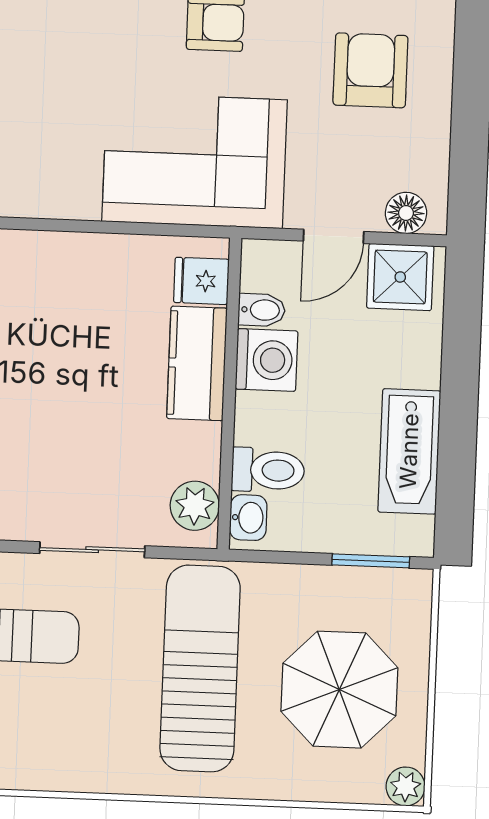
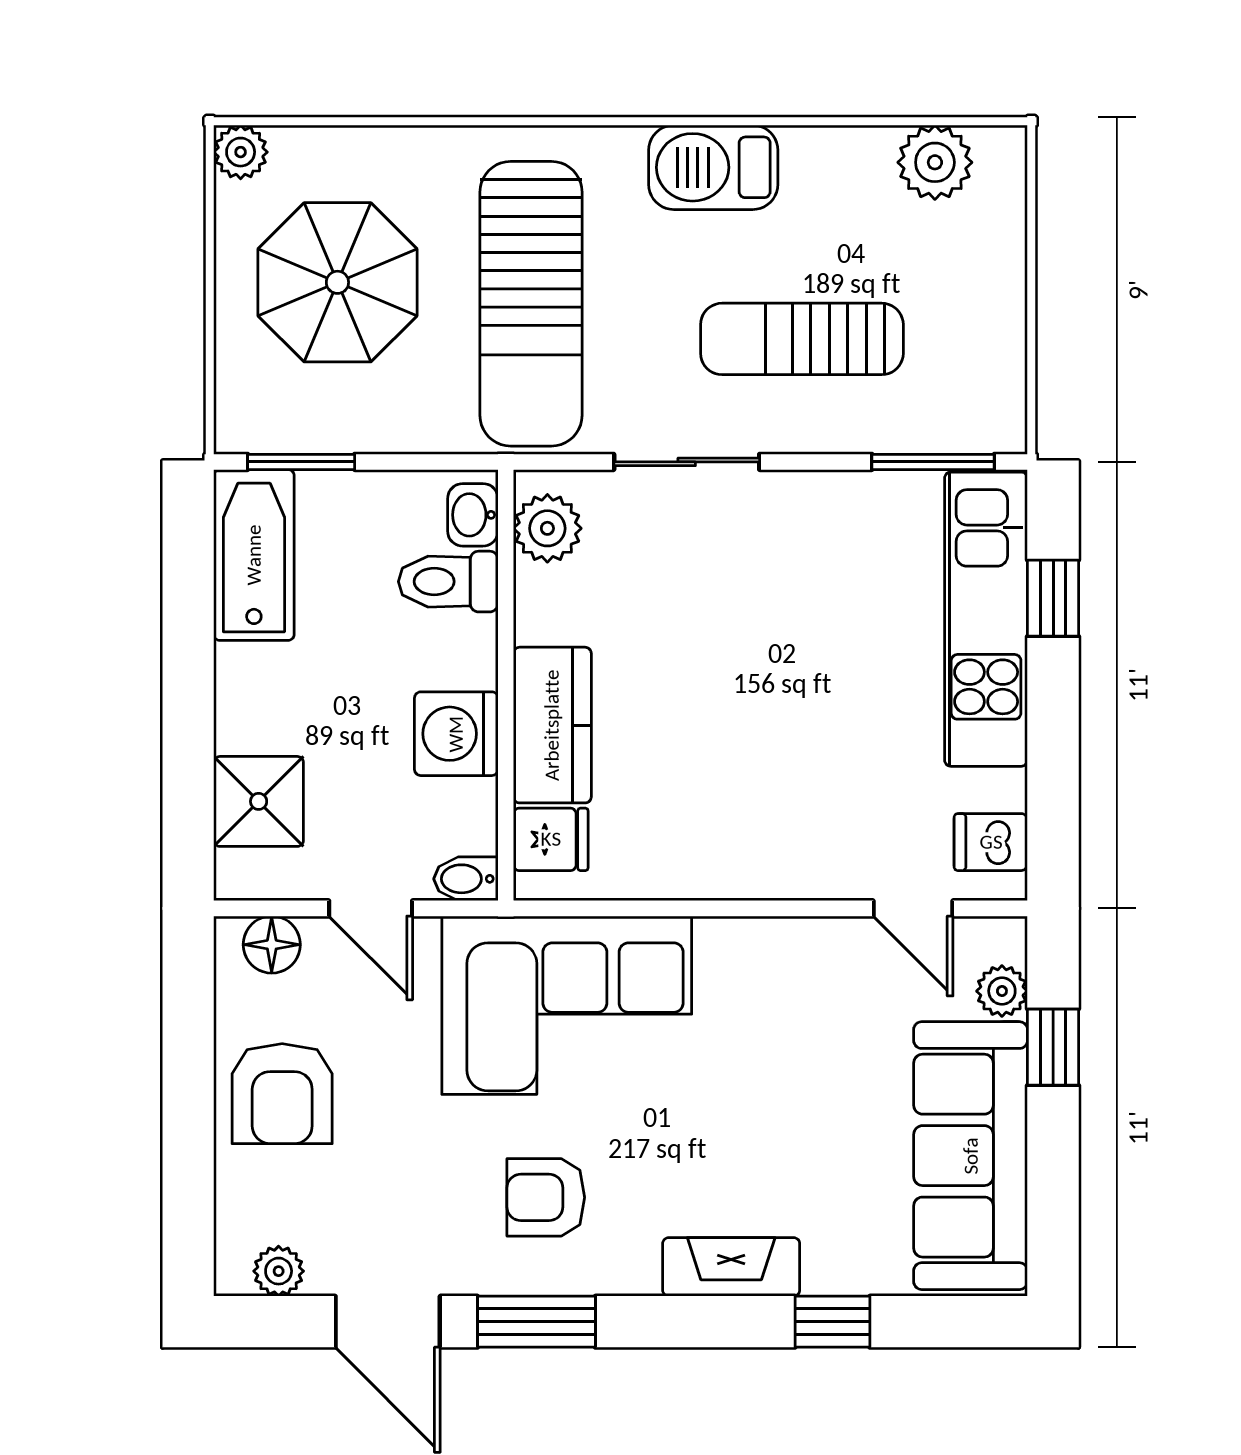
armchair: (370, 70) -> (282, 1094), moved
door: (334, 236) -> (371, 908), swing flipped
shower: (400, 277) -> (259, 801), moved
bidet: (262, 310) -> (466, 879), moved
bathtub: (409, 451) -> (254, 555), moved
barbecue: (64, 762) -> (713, 167), added

